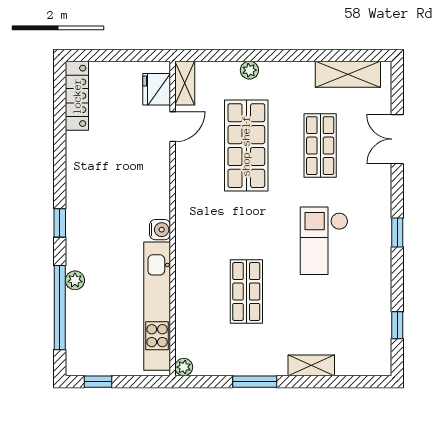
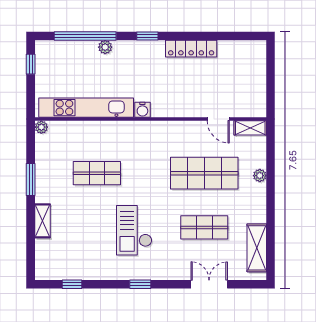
fridge: (157, 89) -> (246, 107), removed
locker: (77, 96) -> (191, 49), moved
checkout: (324, 241) -> (134, 230), turned -90

